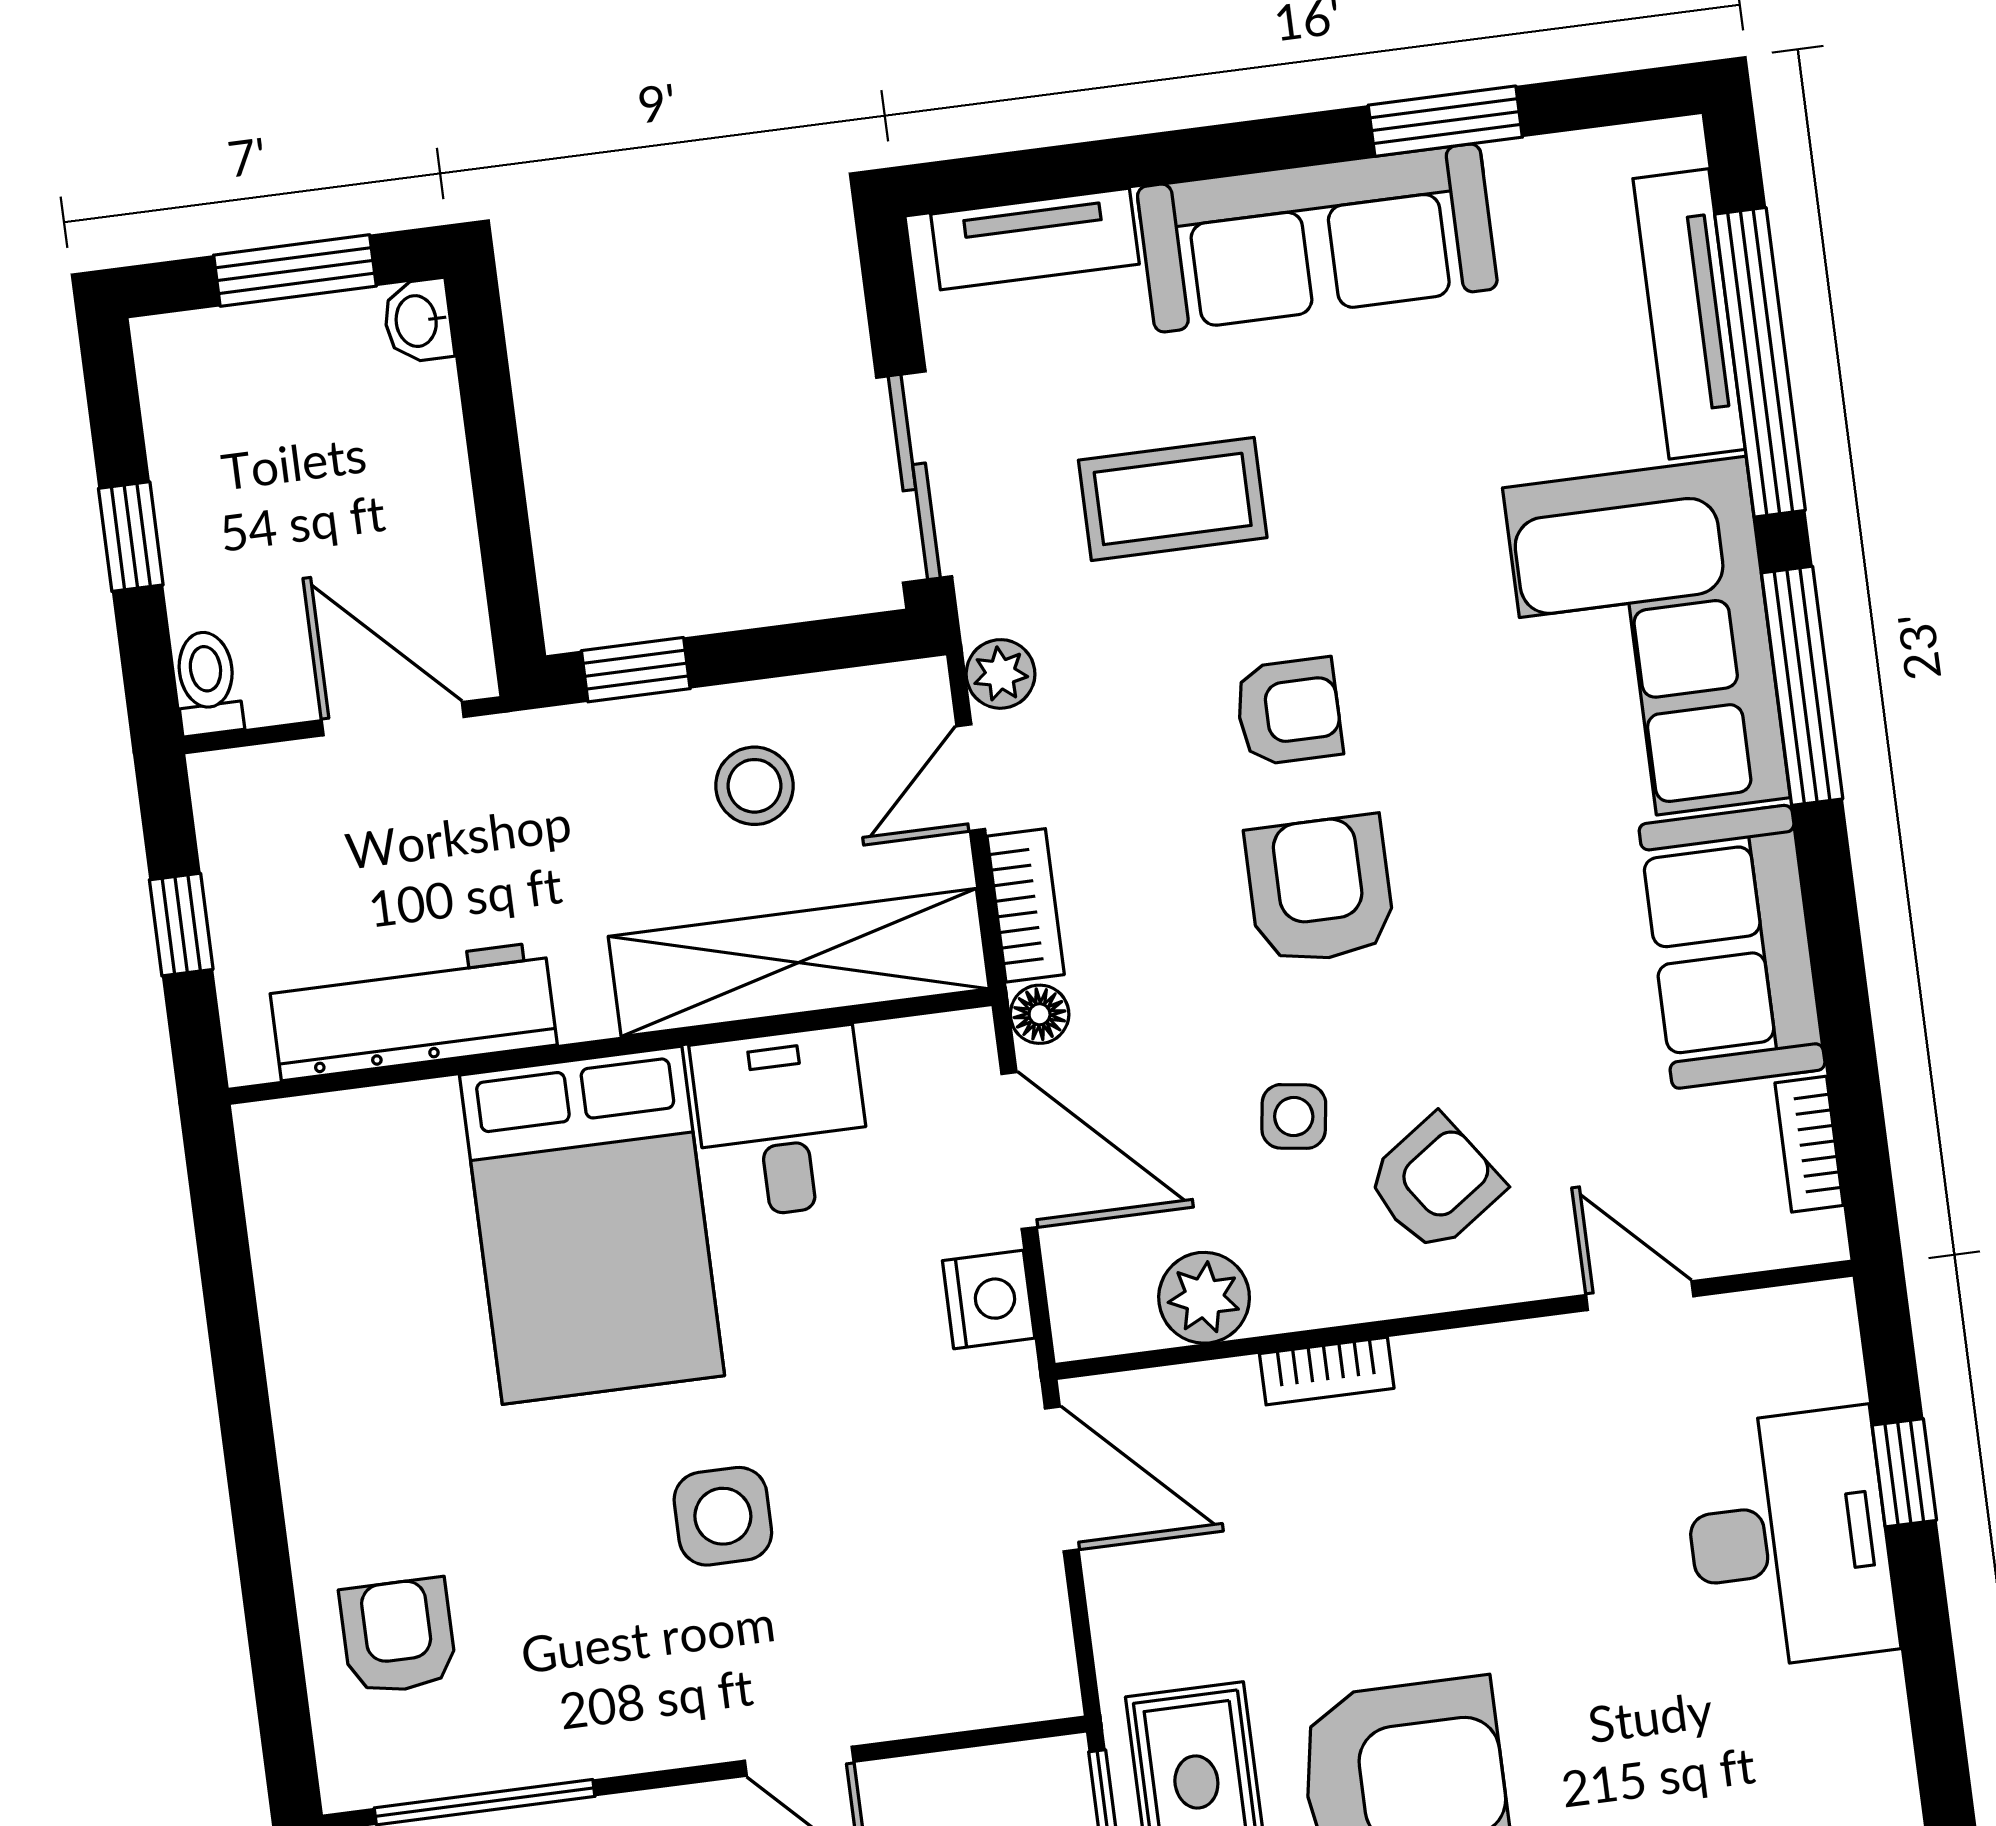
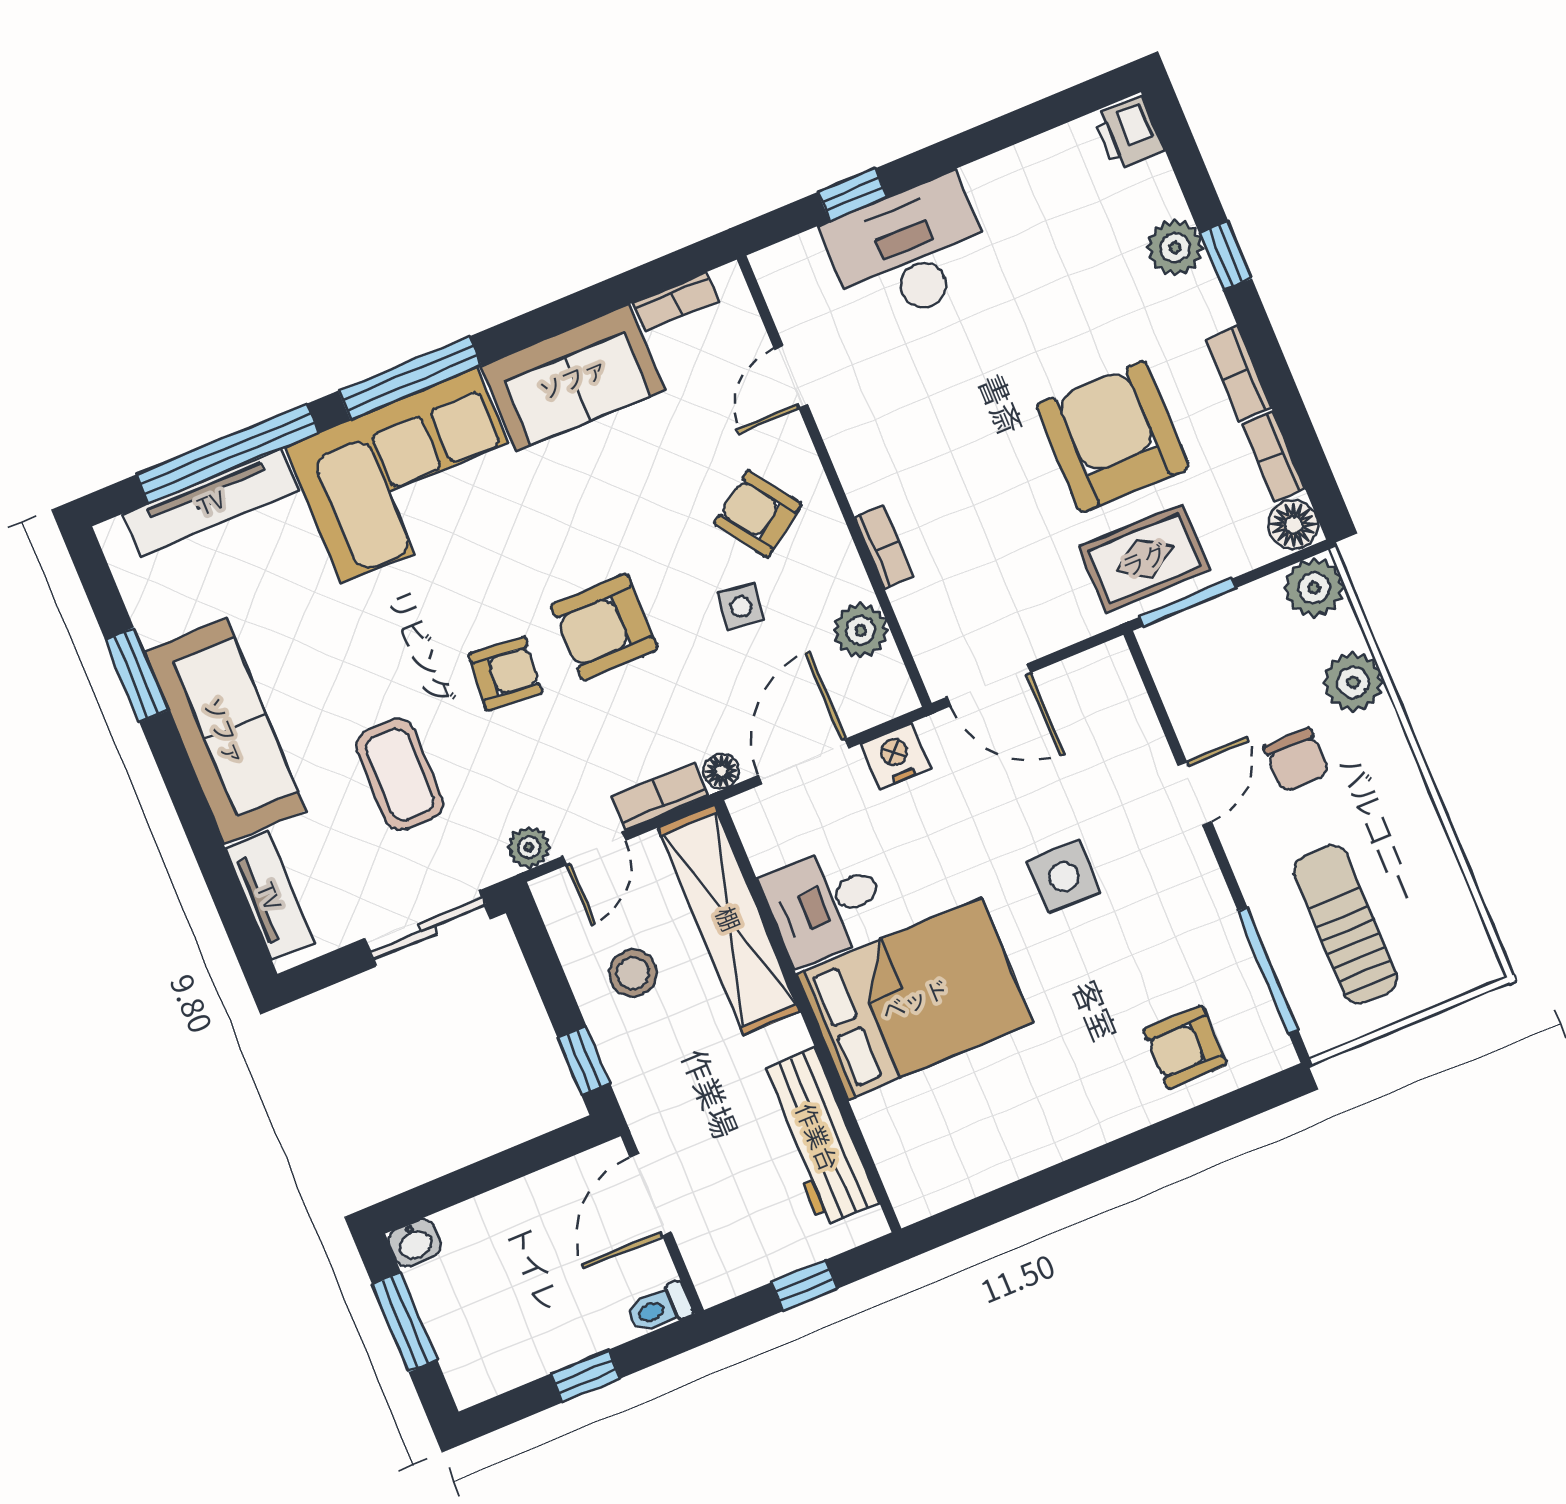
armchair: (1289, 711) -> (505, 673), turned 95
door: (971, 778) -> (594, 848), hinge flipped
door: (1062, 1479) -> (989, 685), swing flipped

